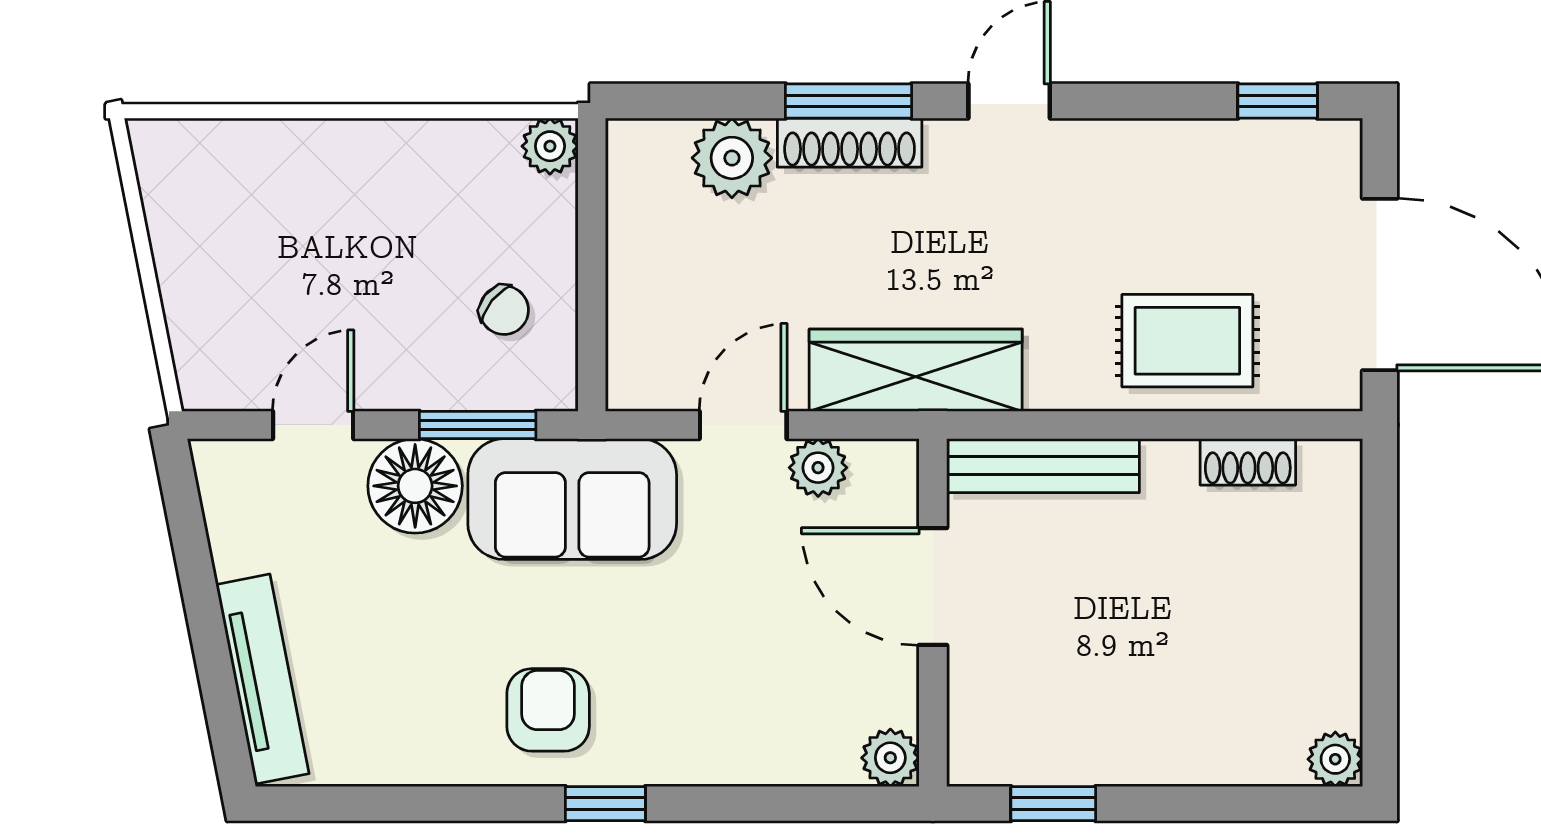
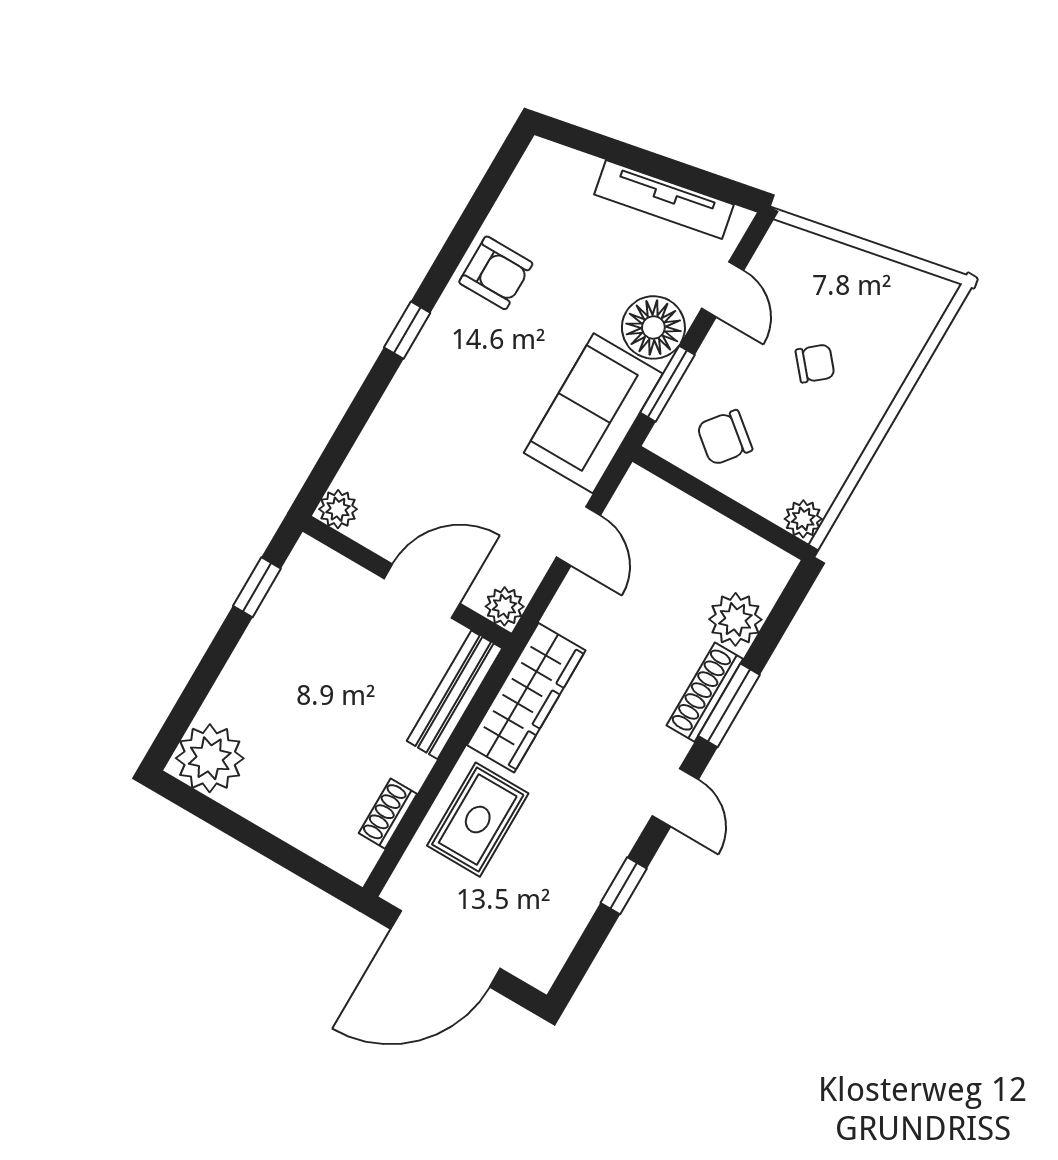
window: (1278, 101) -> (624, 886), moved
chair: (339, 249) -> (815, 363), added
chair: (504, 310) -> (725, 438), width x1.37, depth x1.37
wardrobe: (916, 370) -> (526, 698), moved
plant: (818, 468) -> (505, 606), moved
tv unit: (262, 679) -> (664, 200), moved
armchair: (548, 710) -> (496, 273), moved
plant: (1335, 759) -> (210, 758), width x1.87, depth x1.87

